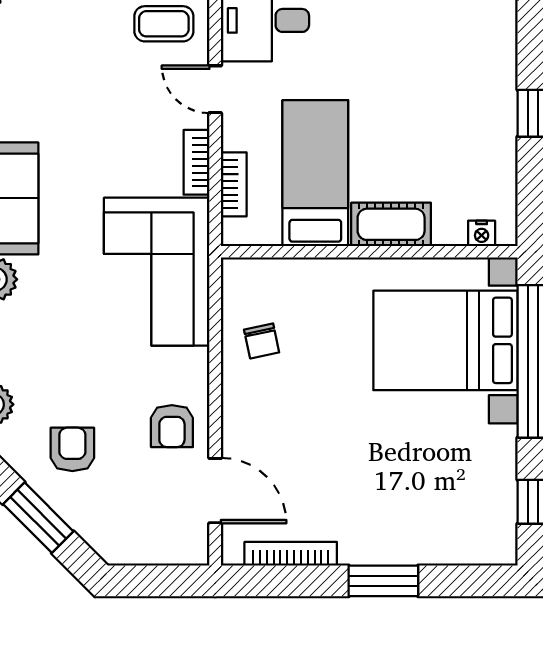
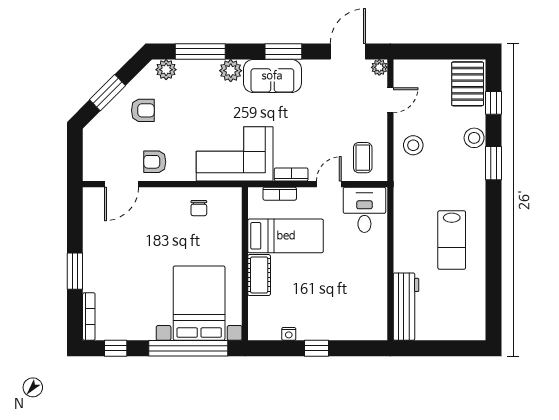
nightstand: (482, 233) -> (289, 334), moved, turned -90
chair: (262, 341) -> (199, 208), turned -78
bookcase: (291, 554) -> (89, 316), moved

